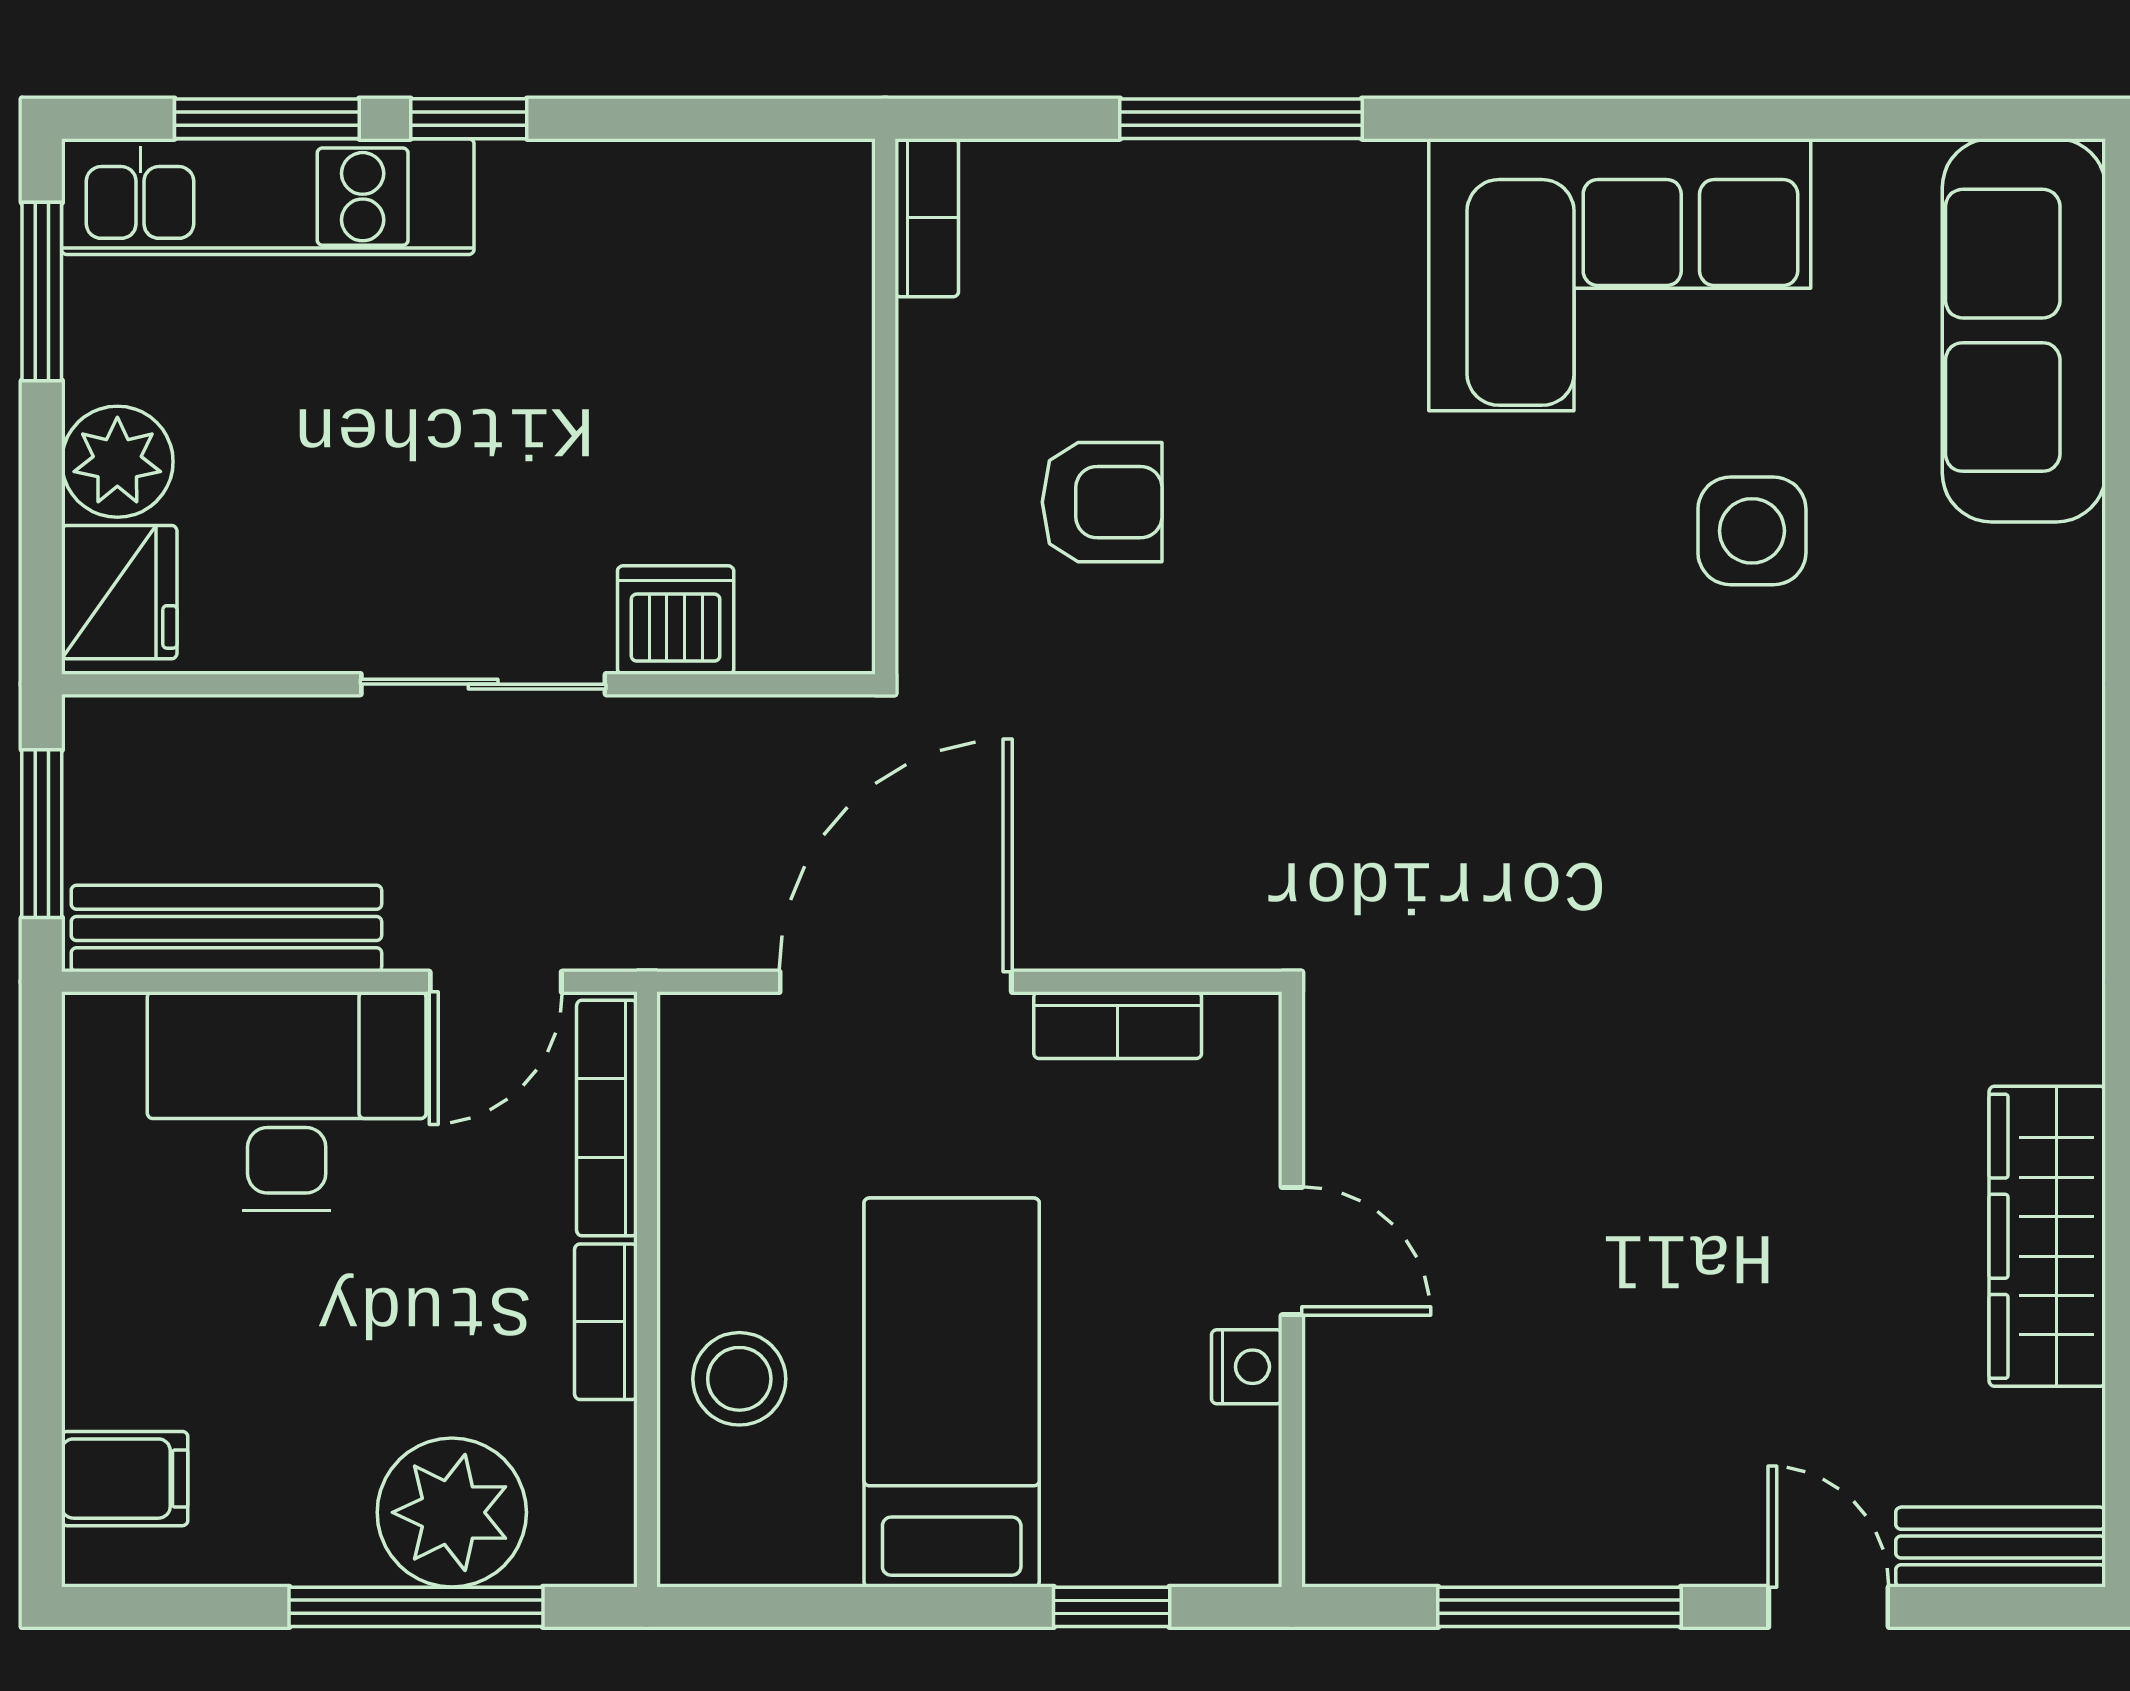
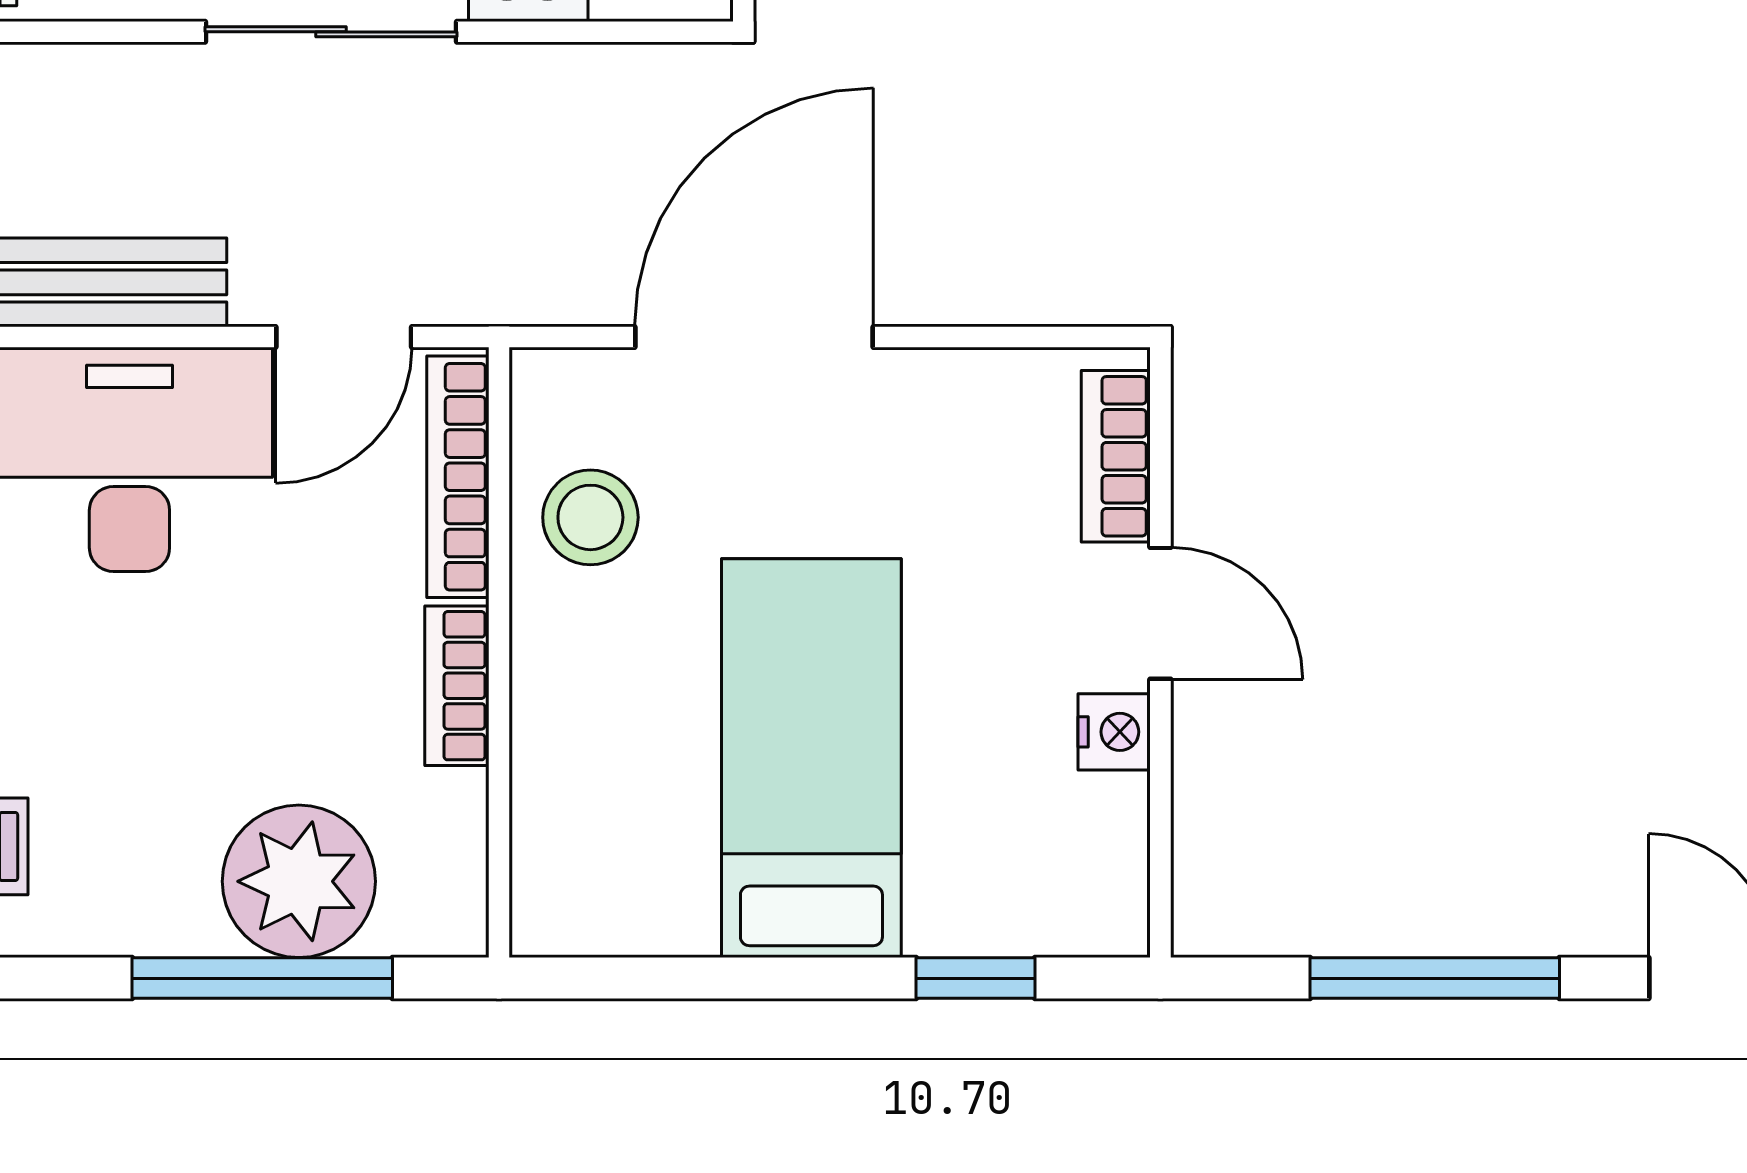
bookcase: (1118, 1025) -> (1116, 456), moved, turned 90
stool: (739, 1379) -> (590, 517), moved

